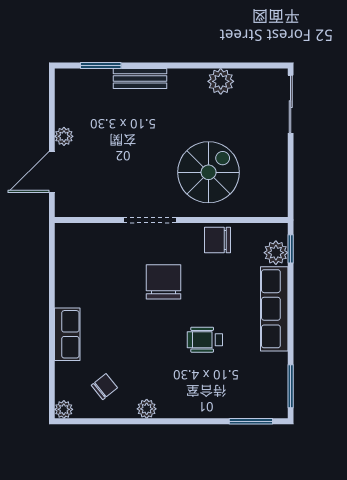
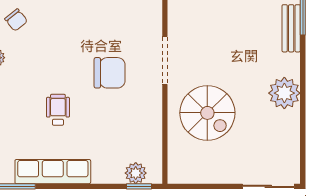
bench: (140, 78) -> (291, 28), moved
plant: (221, 81) -> (284, 93), moved, width x1.36, depth x1.36
chair: (218, 240) -> (147, 121), removed
row of seats: (274, 309) -> (53, 172), moved

